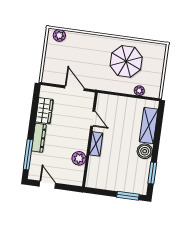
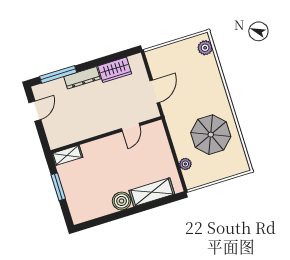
shelving: (96, 144) -> (67, 155), moved
plant: (79, 158) -> (80, 132), removed
window: (152, 173) -> (101, 220), removed
window: (128, 196) -> (58, 187), moved

